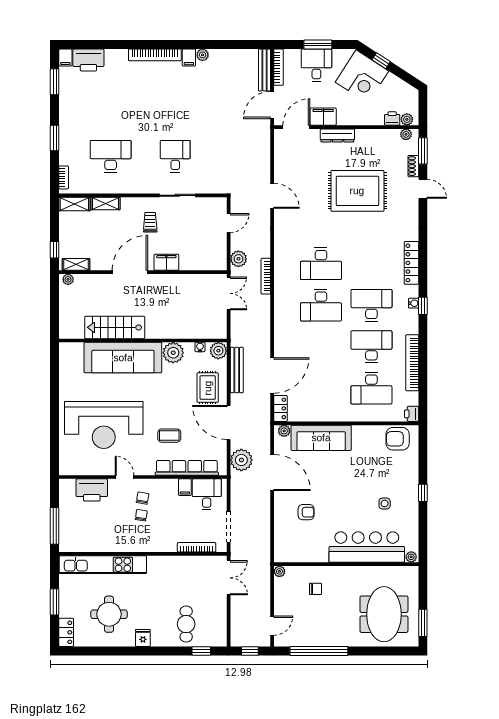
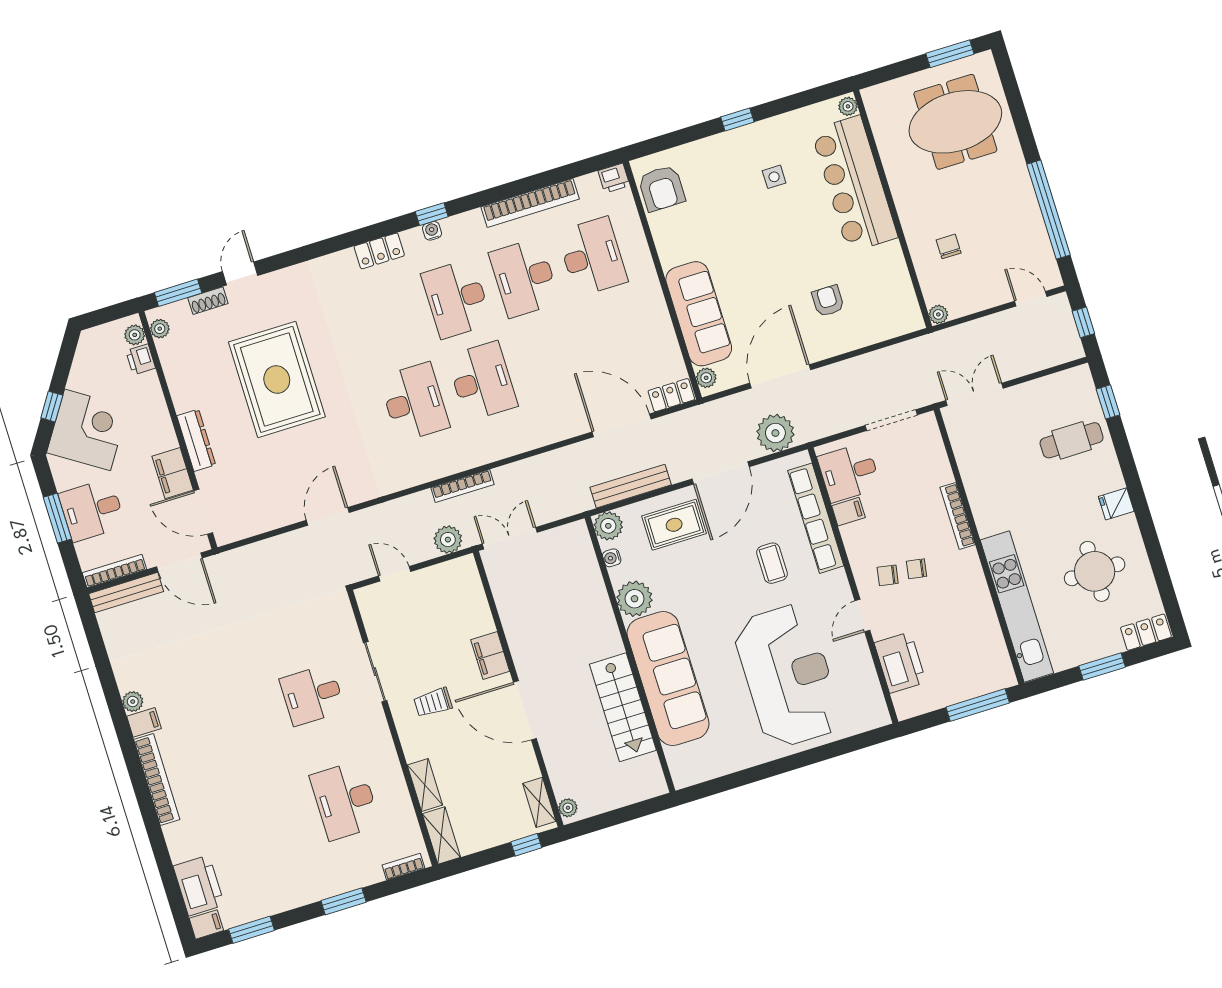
locker: (411, 263) -> (379, 251), width x0.66
bookcase: (197, 547) -> (958, 516), moved

